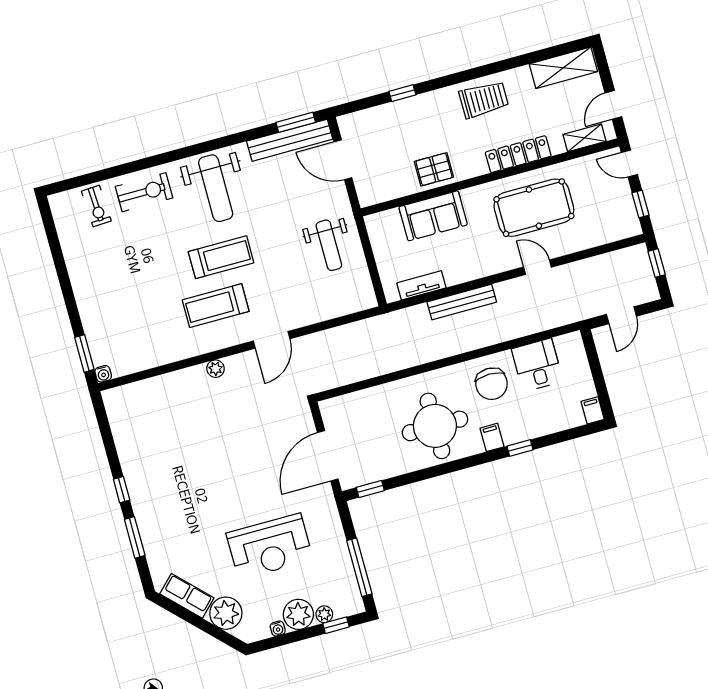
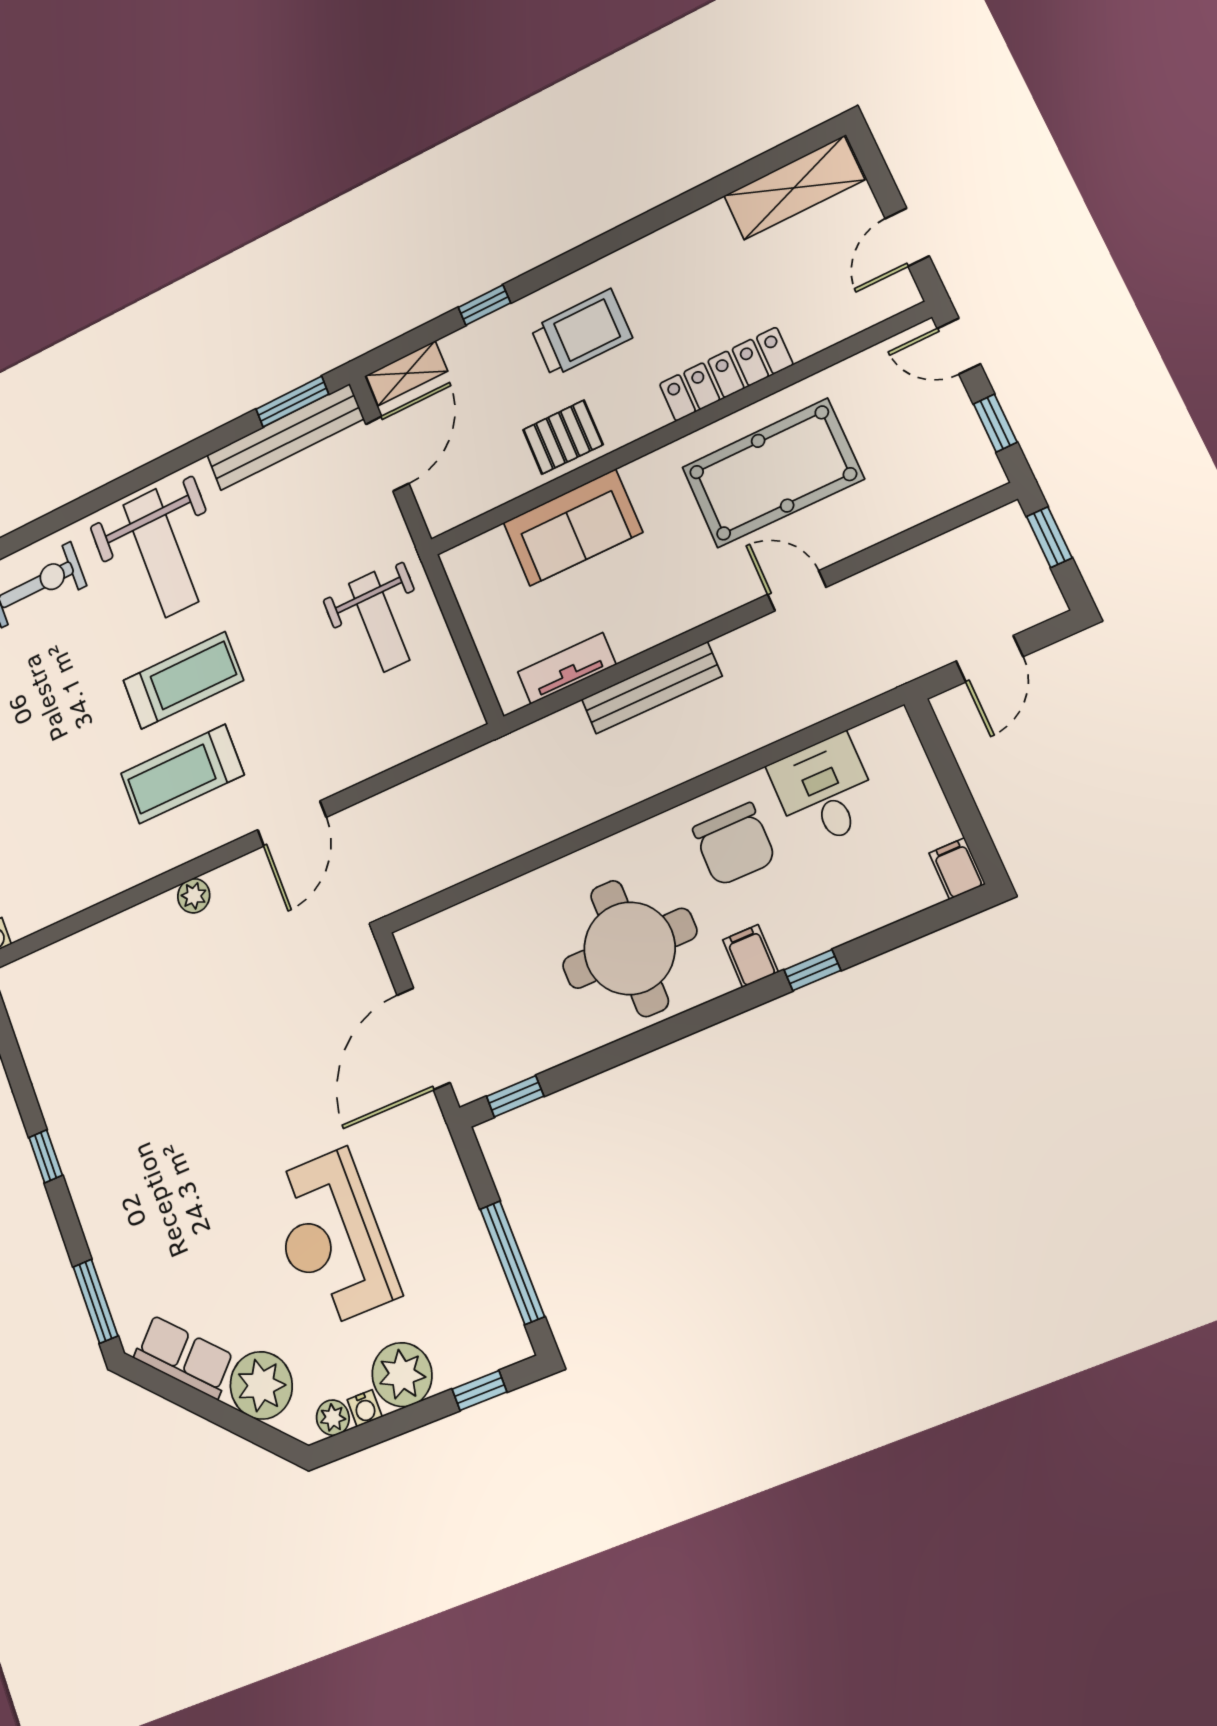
trolley: (484, 99) -> (581, 333), moved
shelving: (584, 138) -> (407, 373), moved
door: (343, 160) -> (387, 454), swing flipped
window: (135, 537) -> (95, 1301), moved
reception desk: (270, 546) -> (331, 1238), turned 90
plant: (324, 614) -> (333, 1418), moved

